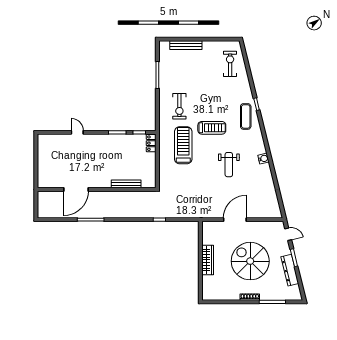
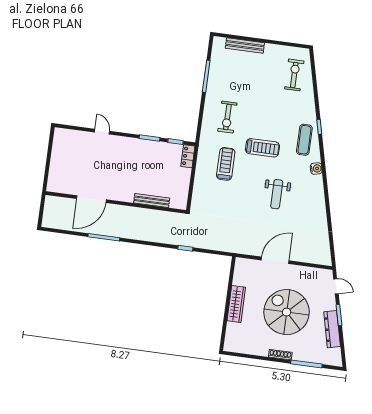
treadmill: (183, 145) -> (226, 164), width x0.73, depth x0.73
water cooler: (263, 159) -> (316, 169), moved

